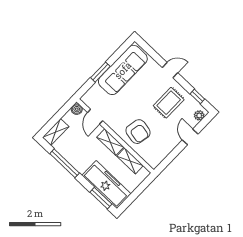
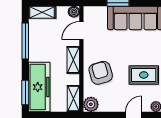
armchair: (138, 132) -> (101, 73), turned 153
plant: (154, 160) -> (91, 104), added
shelving: (130, 161) -> (73, 99), moved

